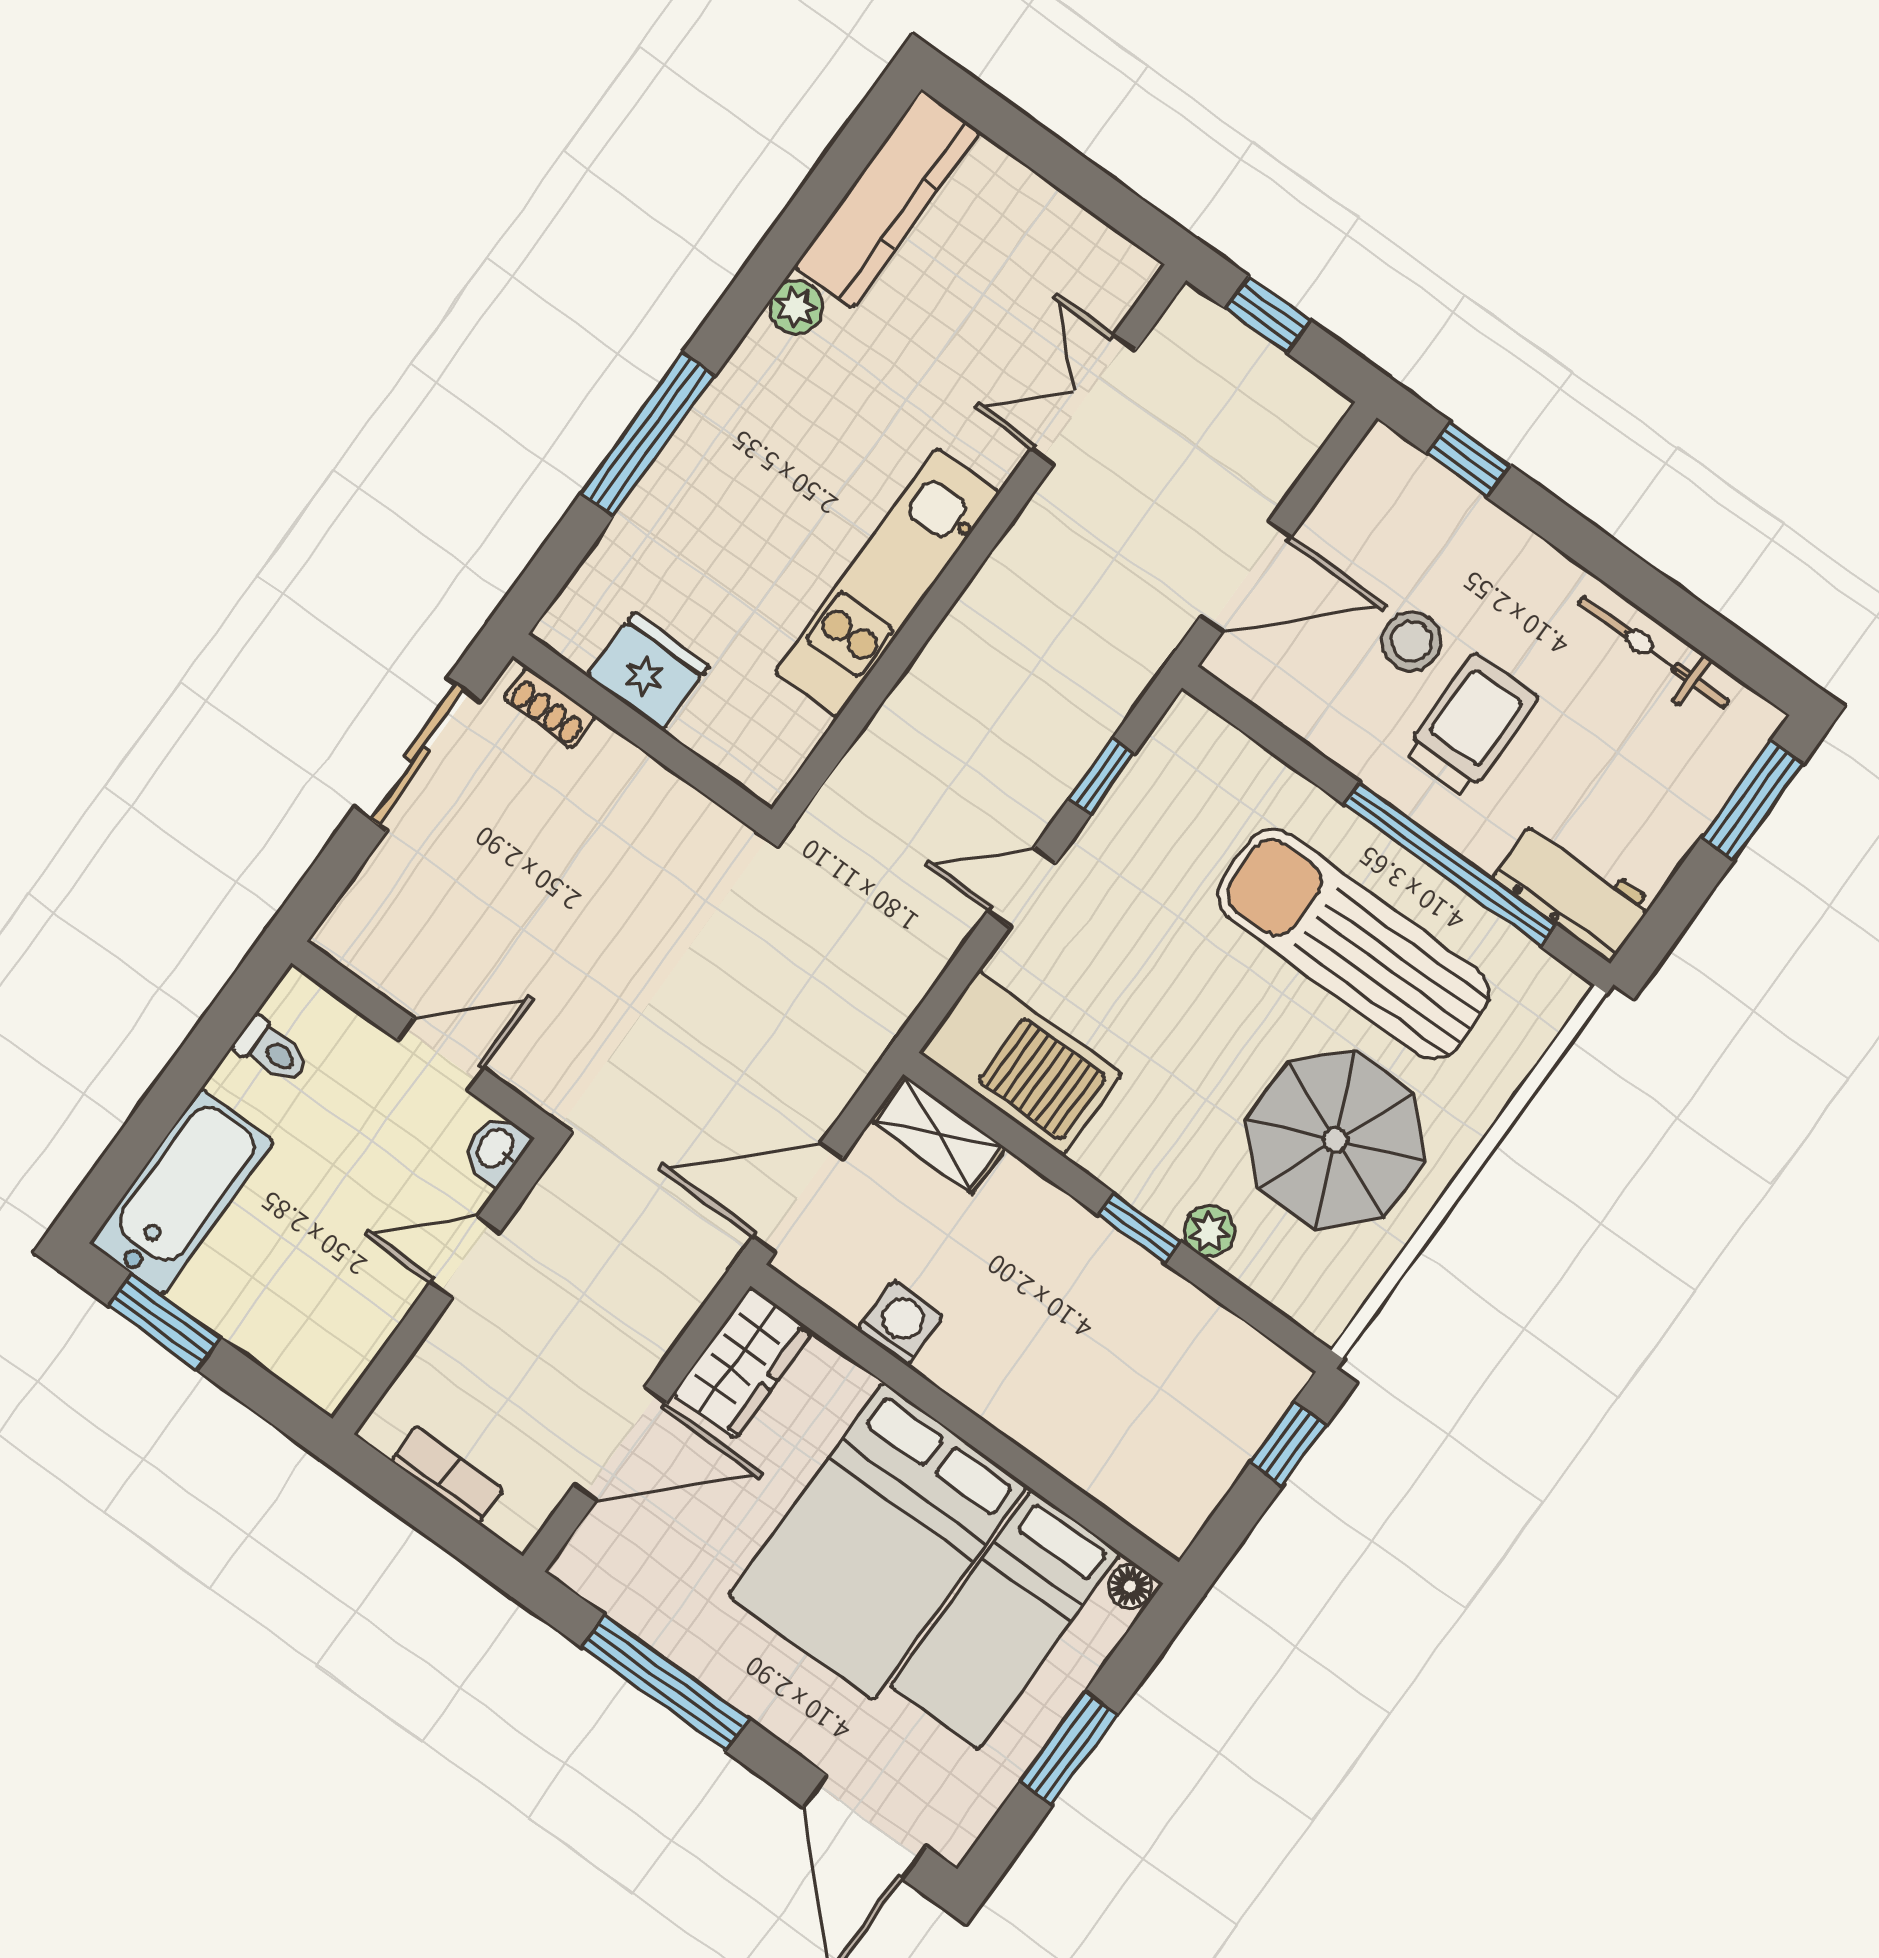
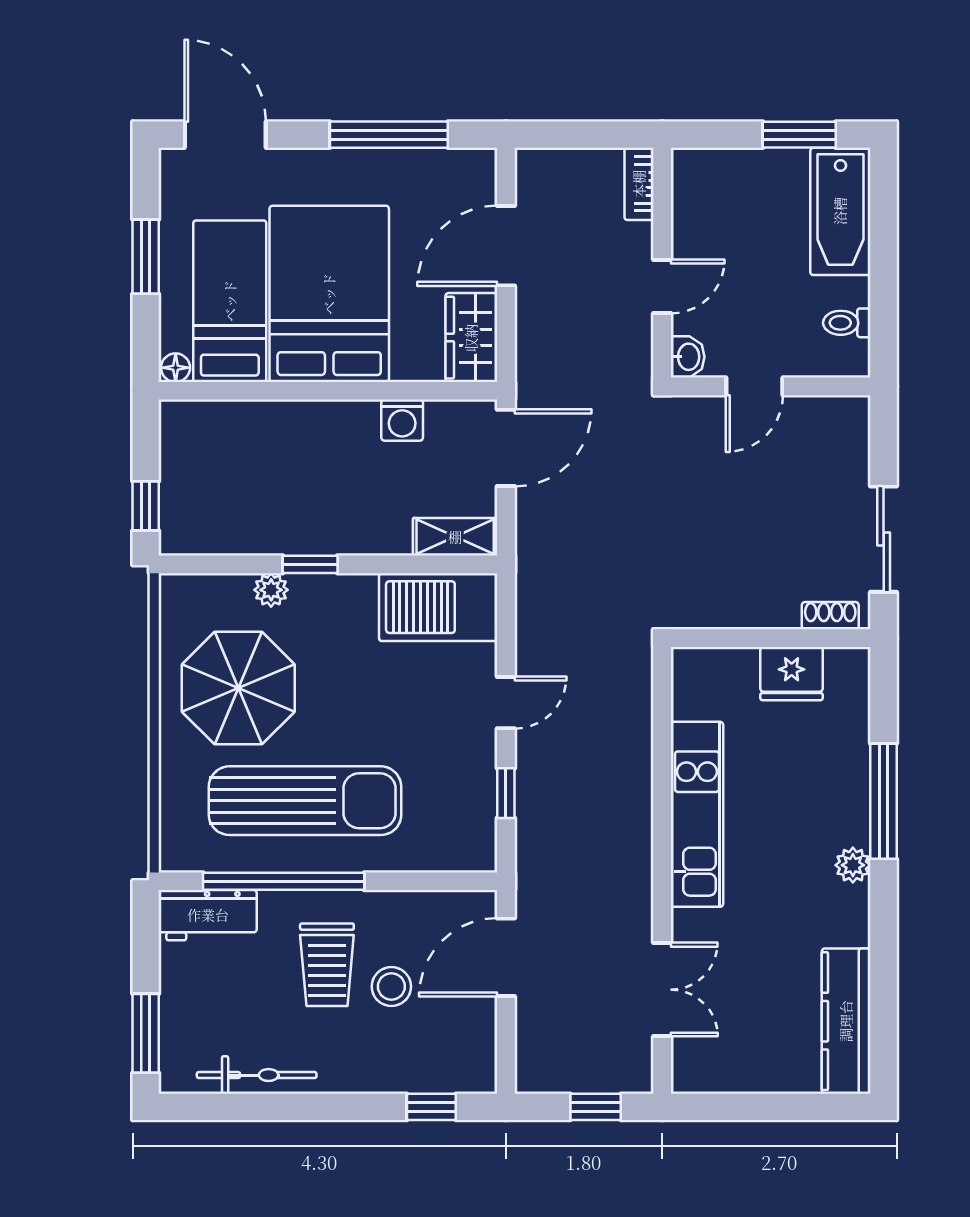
plant: (796, 308) -> (853, 865), moved
bookcase: (447, 1475) -> (639, 184), moved, turned 90

